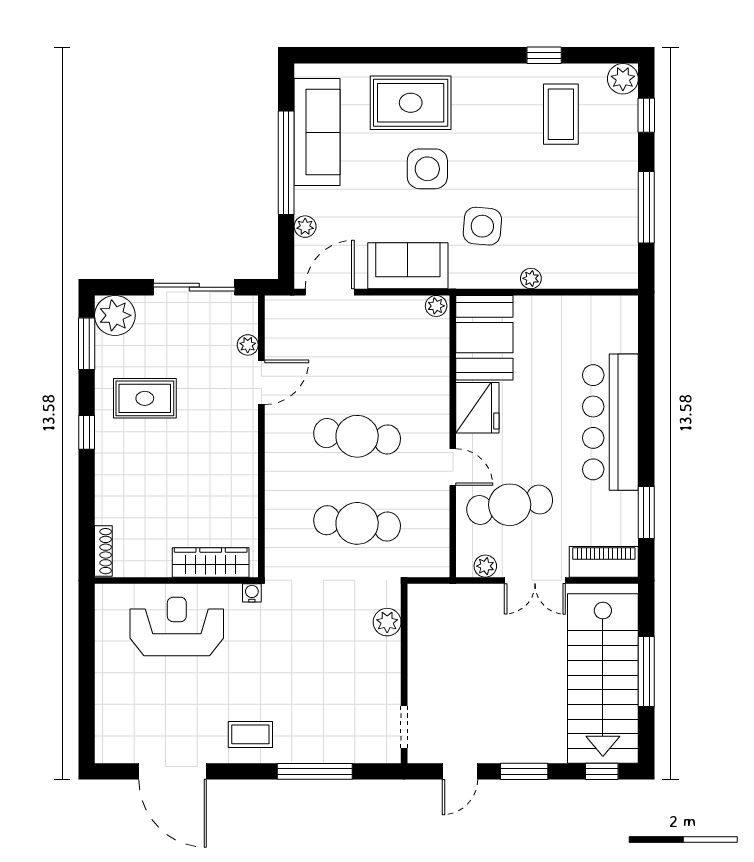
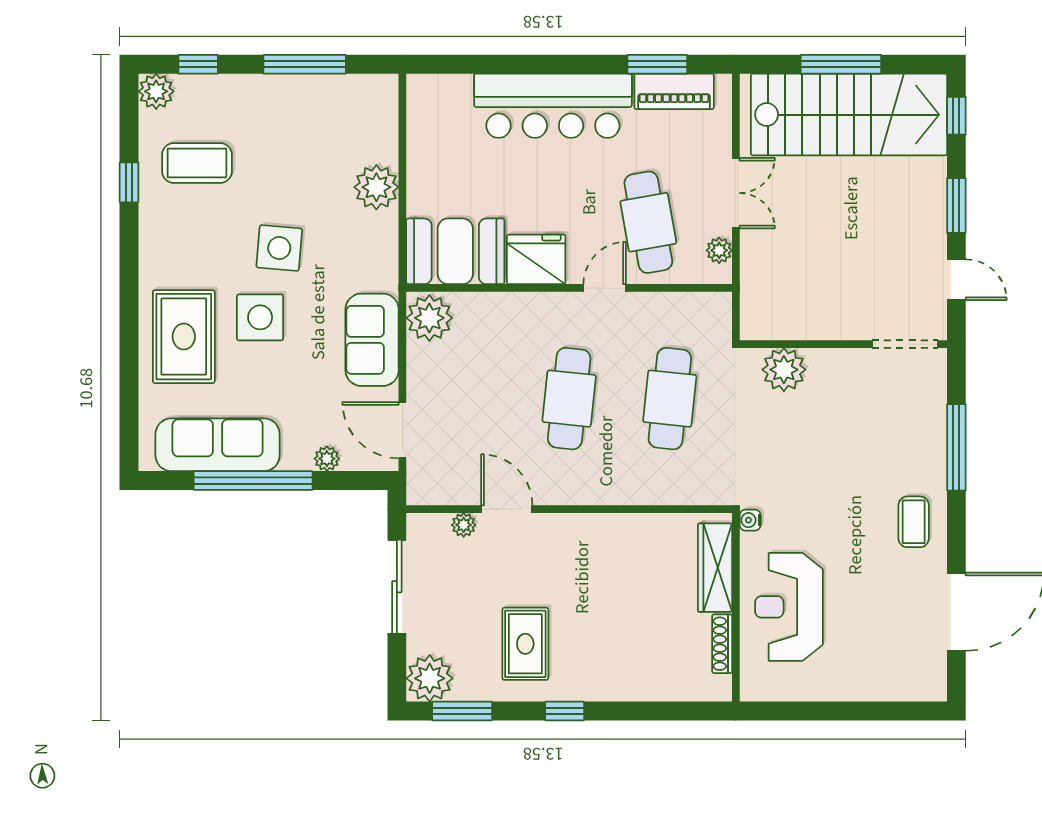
side table: (482, 226) -> (279, 248), moved
plant: (531, 278) -> (376, 187), width x1.88, depth x1.88
plant: (436, 306) -> (429, 318), width x1.87, depth x1.87
shoe rack: (103, 551) -> (722, 644), moved, turned -90
piano: (604, 562) -> (674, 91), moved, turned -90
plant: (387, 622) -> (784, 370), width x1.36, depth x1.36
doorway: (404, 727) -> (905, 344), width x1.38

